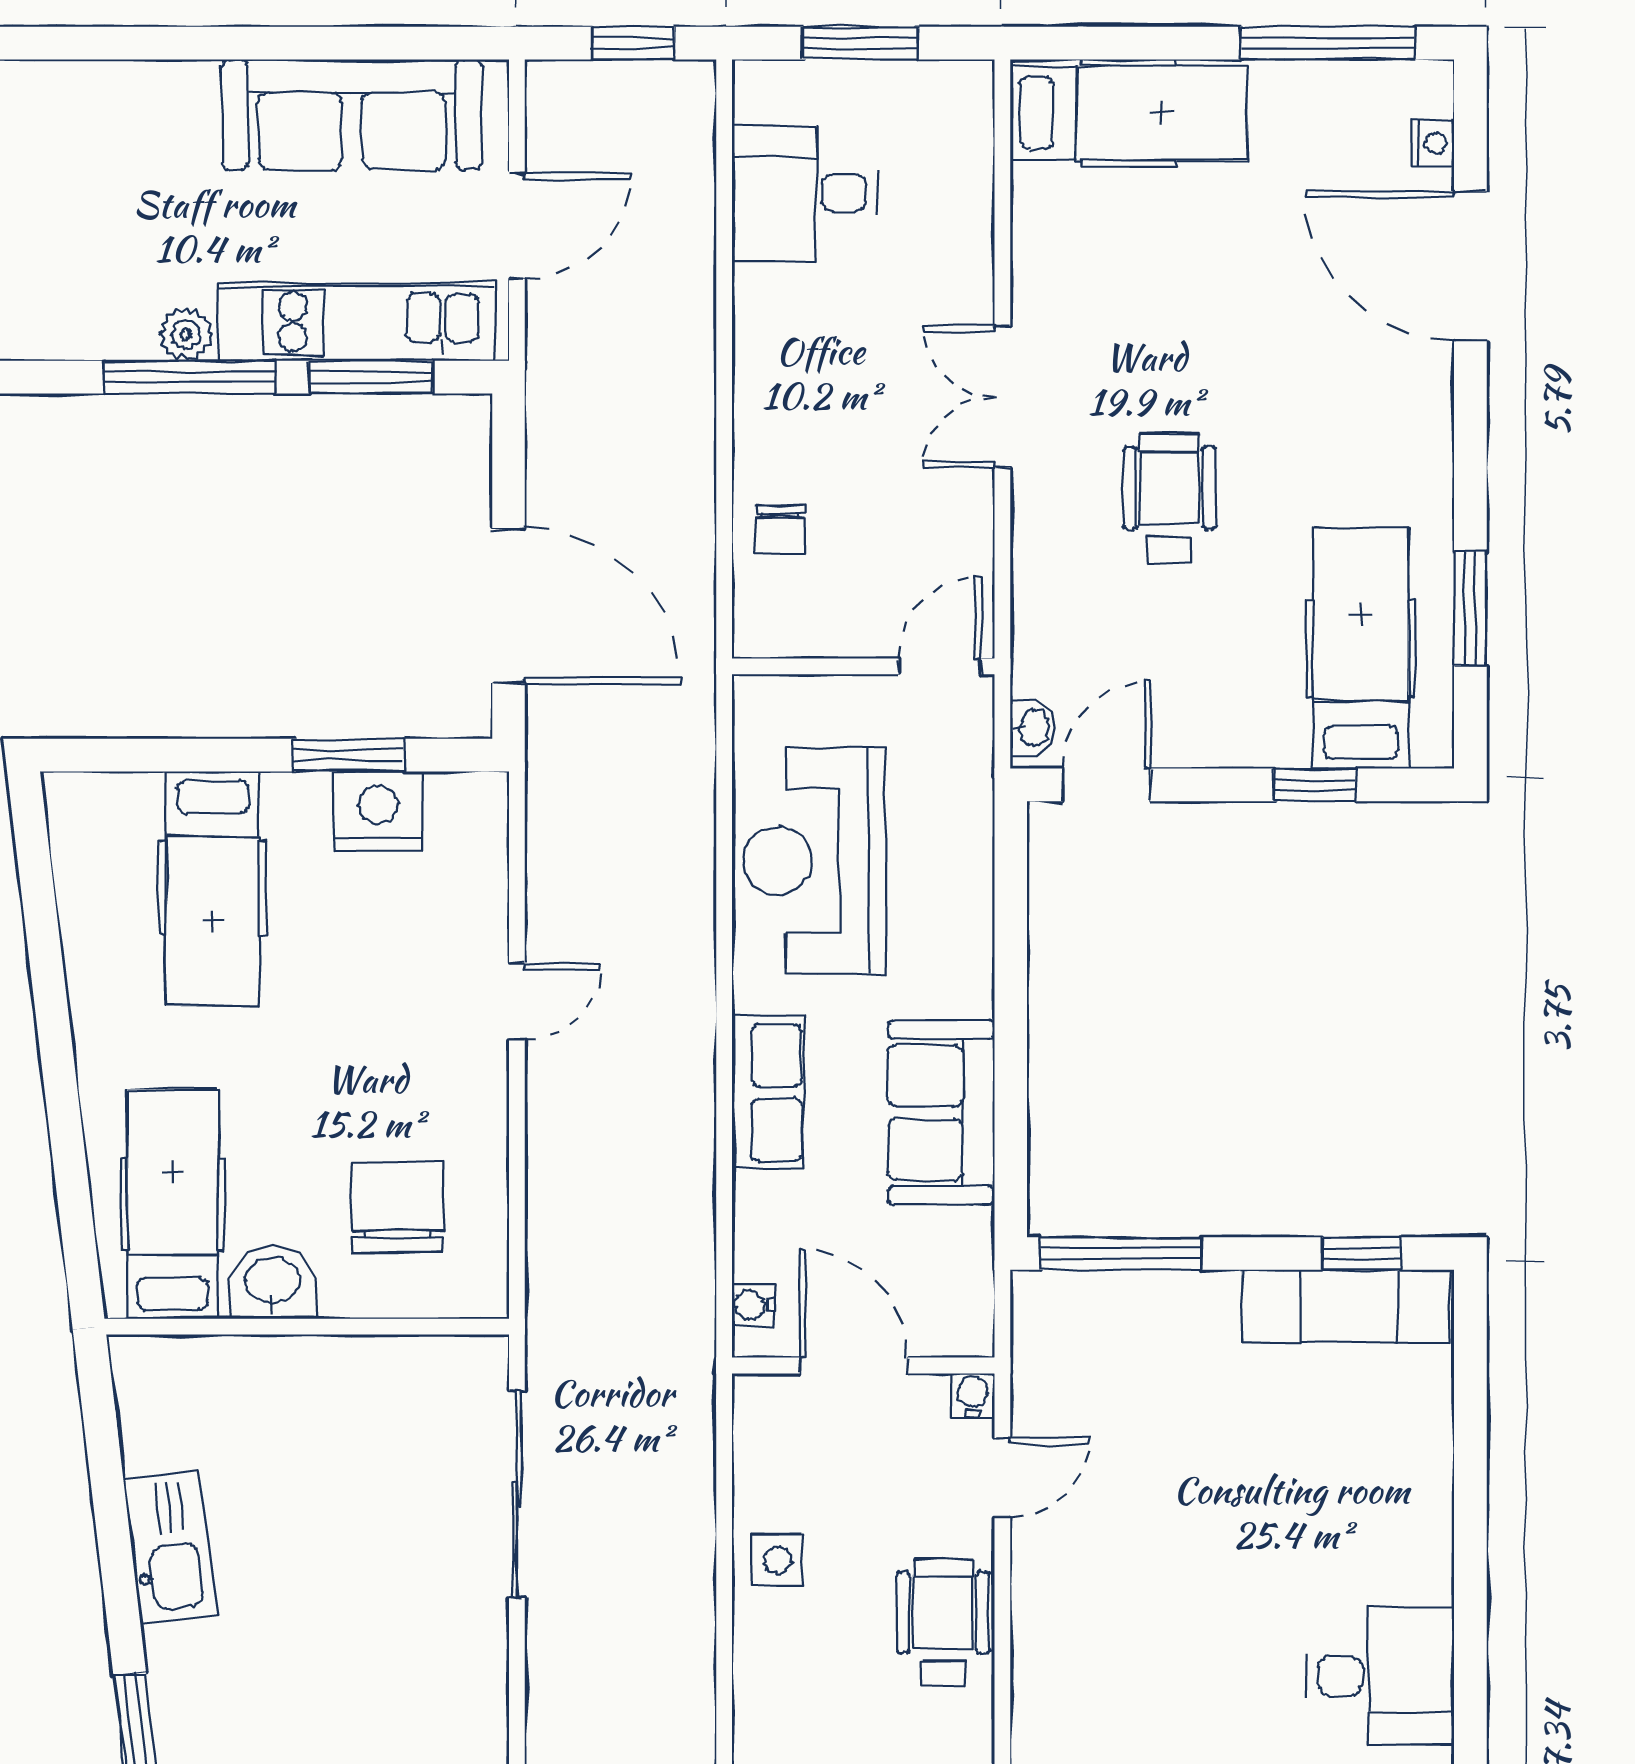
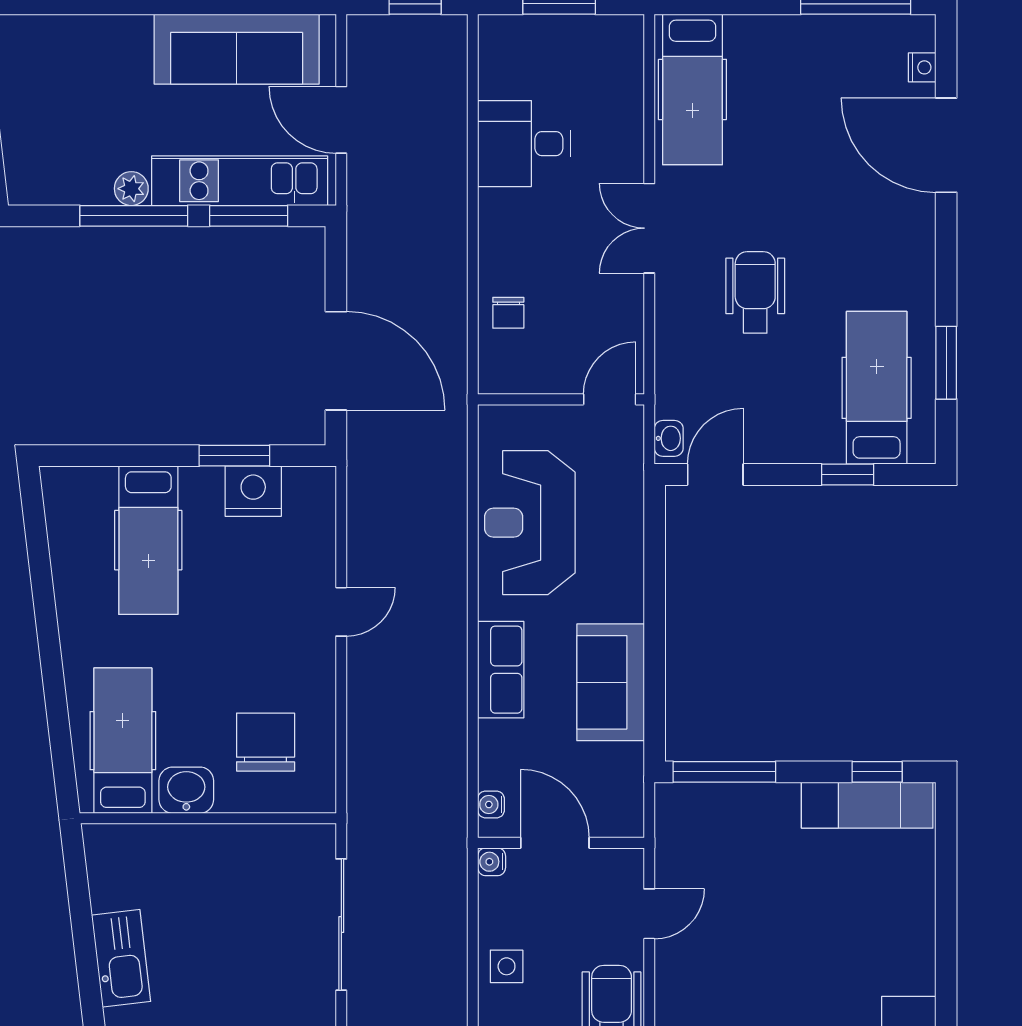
hospital bed: (1129, 113) -> (692, 89), moved, turned 90
desk: (805, 193) -> (524, 144), moved
door: (517, 226) -> (341, 120), swing flipped
water cooler: (973, 1395) -> (492, 862), moved, turned -90

